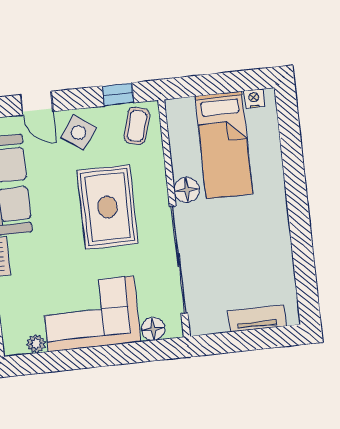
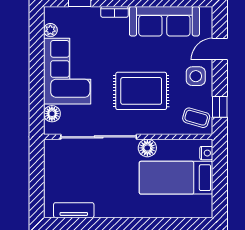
nightstand: (254, 99) -> (206, 153), moved
side table: (78, 133) -> (196, 76), turned -35
tv unit: (257, 318) -> (74, 210), moved, turned -90

